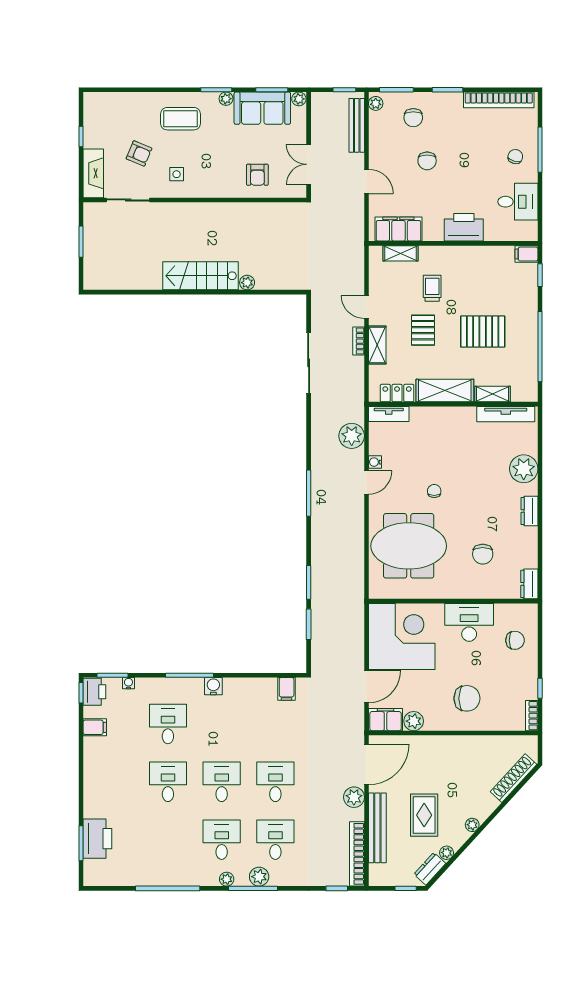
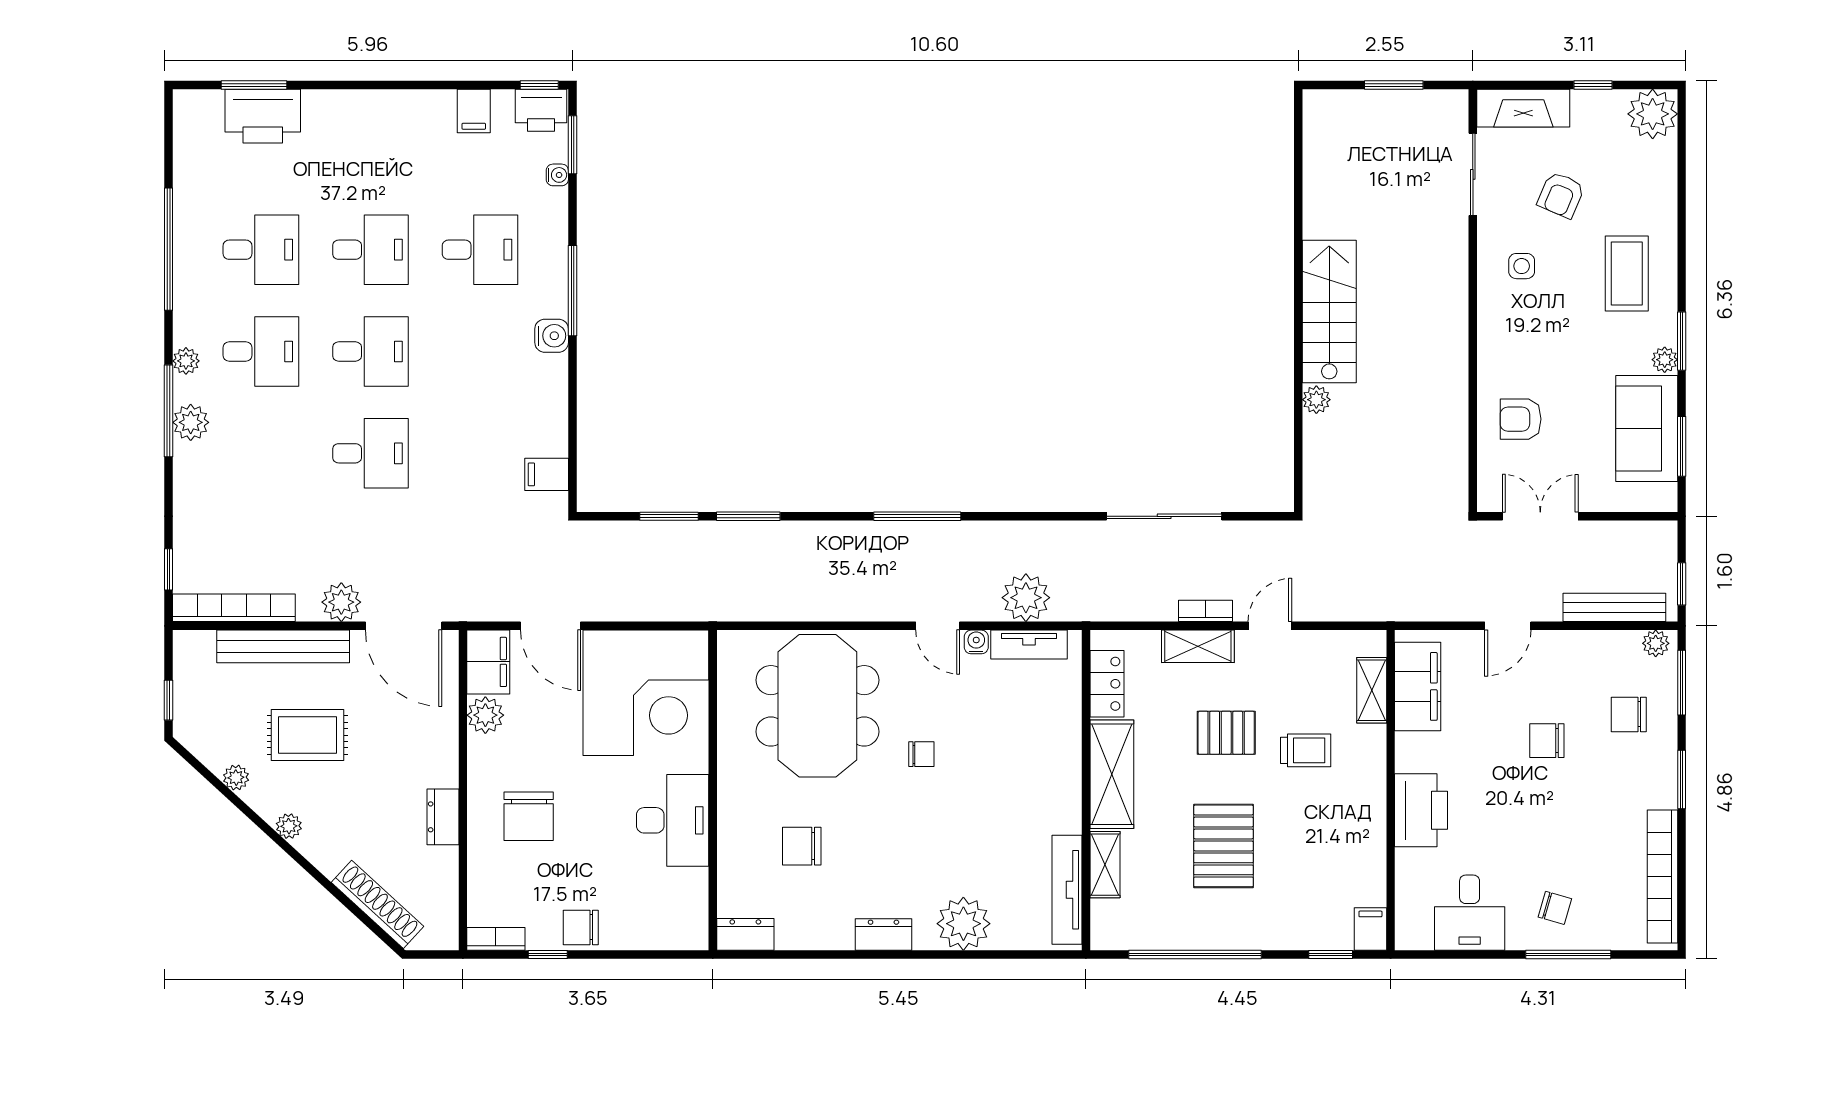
plant: (299, 99) -> (1653, 114), moved, width x1.88, depth x1.88
tv unit: (389, 414) -> (1029, 644), moved, turned -90
chair: (515, 640) -> (581, 927), moved, turned 90
desk: (275, 840) -> (261, 250), moved
dresser: (430, 869) -> (443, 817), moved, turned -133

